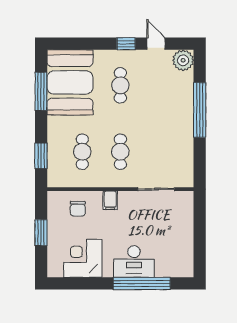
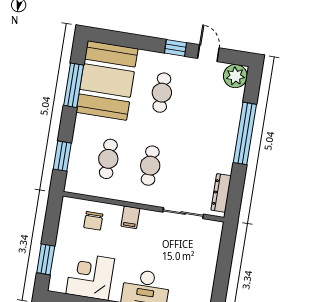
dresser: (187, 166) -> (221, 193), added
window: (41, 233) -> (46, 259), moved

